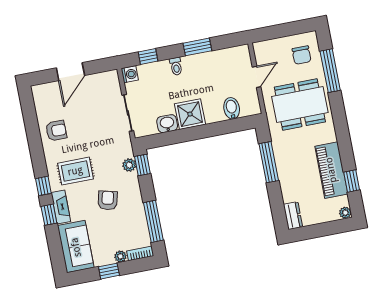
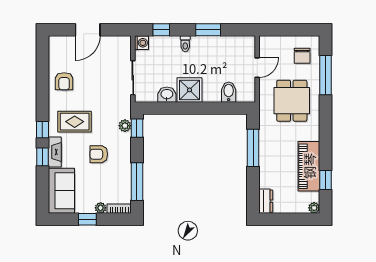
dining table: (300, 104) -> (292, 101), width x0.73
armchair: (56, 131) -> (64, 81), turned 90
armchair: (108, 200) -> (99, 154), turned -104

